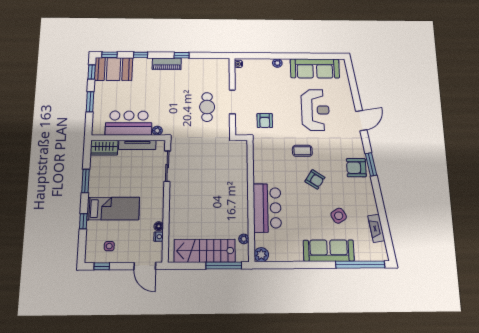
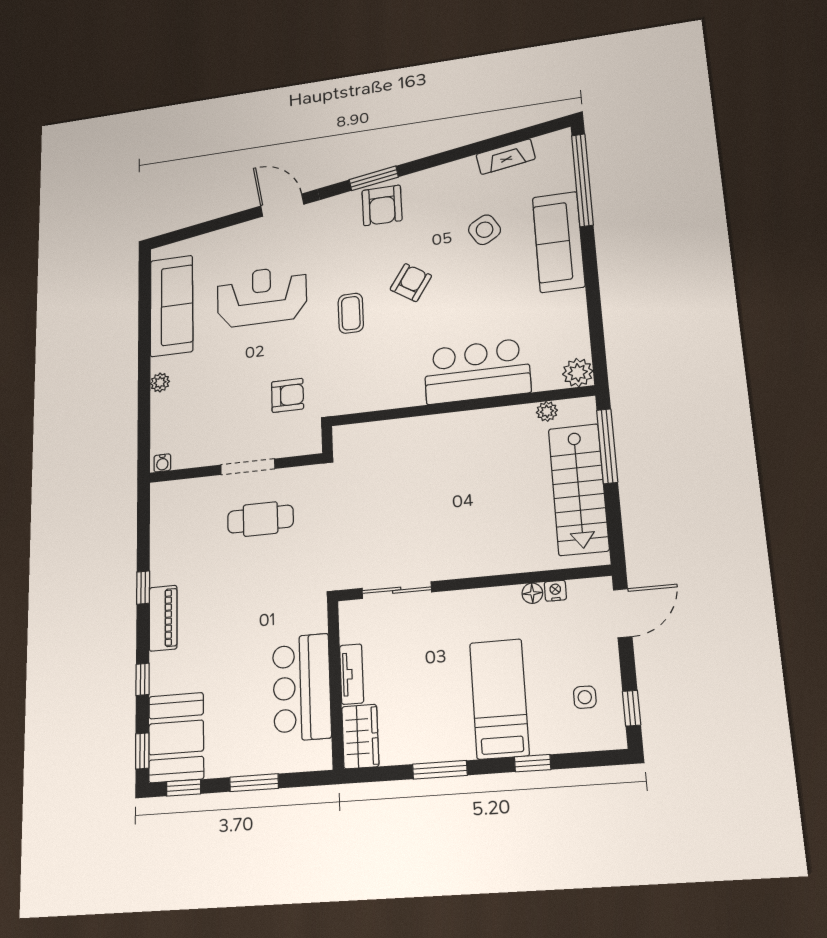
plant: (157, 131) -> (317, 621), removed
tv unit: (137, 145) -> (352, 674), width x0.71

